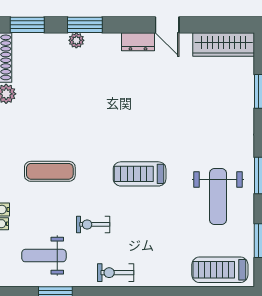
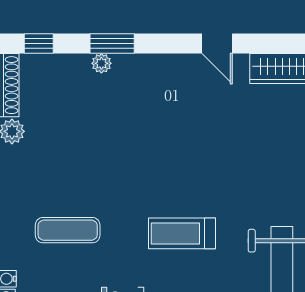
window: (27, 25) -> (39, 44), width x0.67
dresser: (138, 42) -> (180, 65), removed

